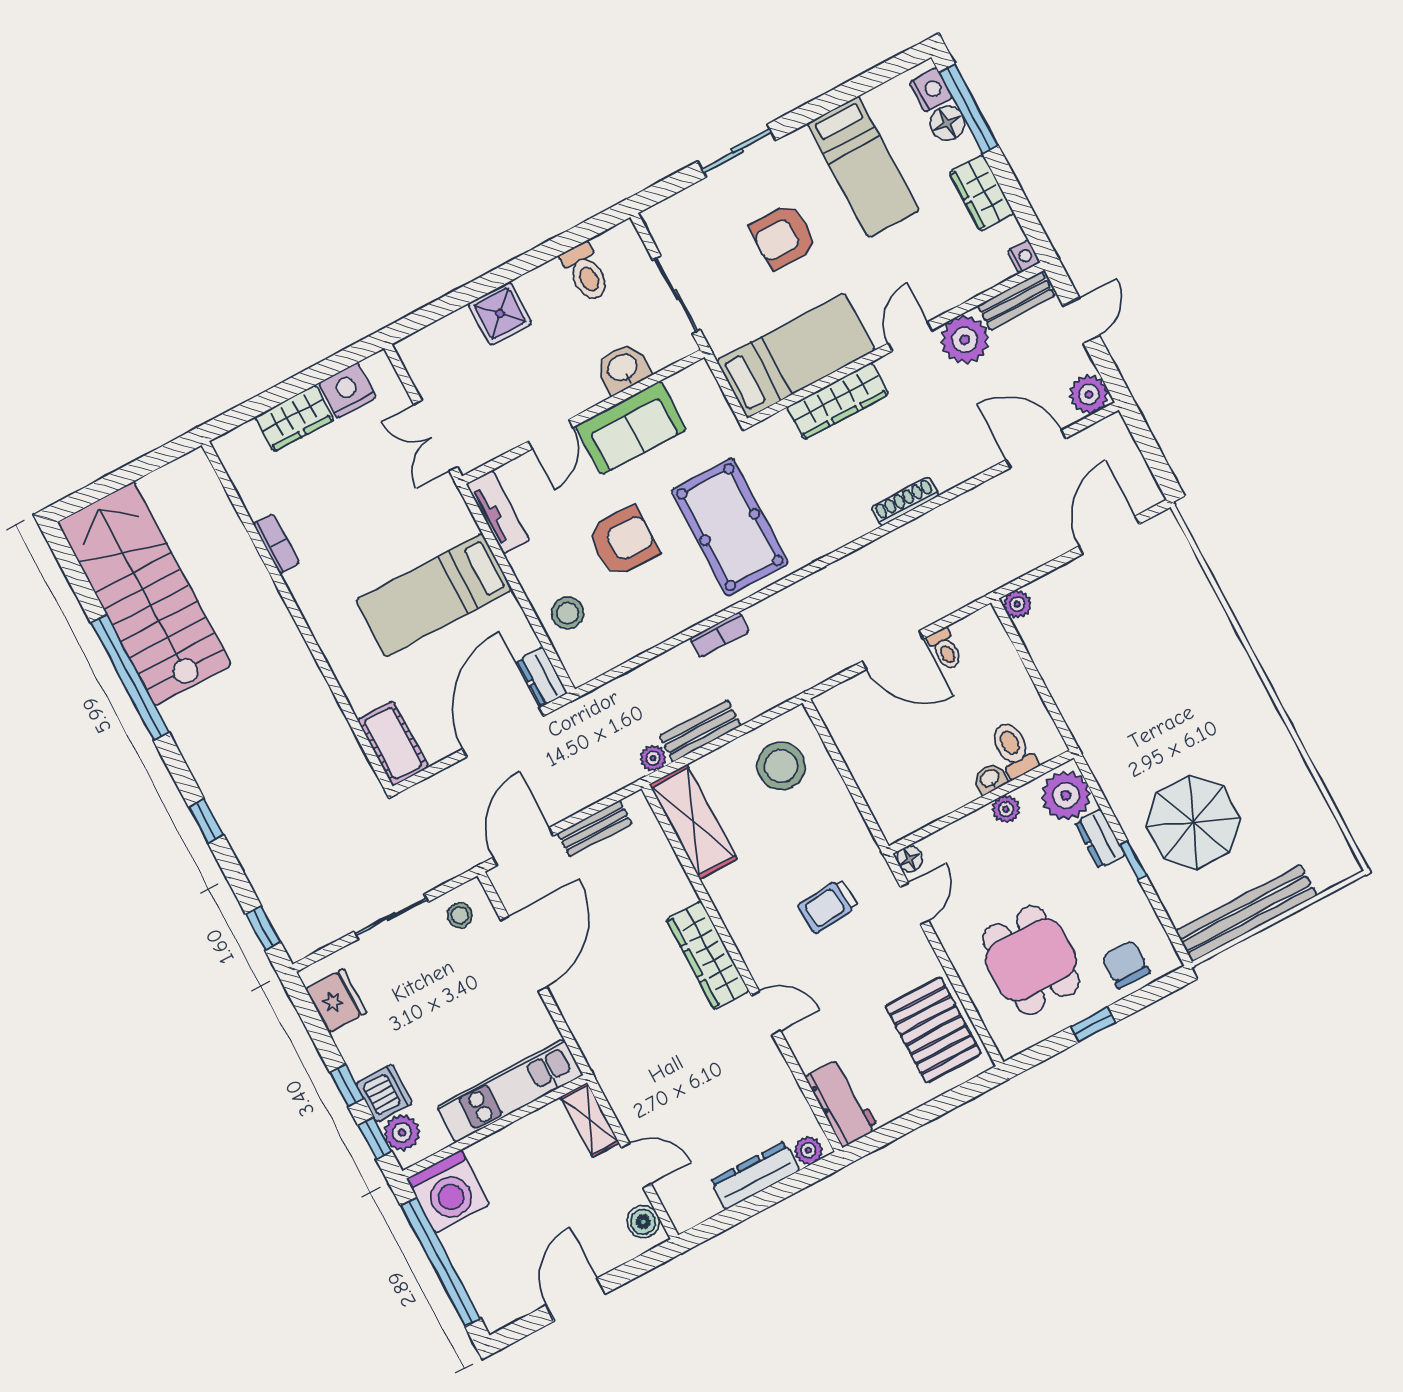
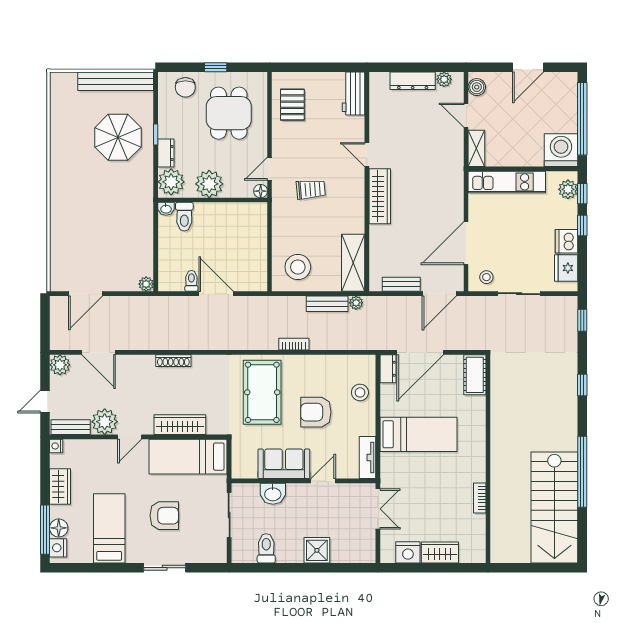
washbasin: (990, 779) -> (166, 209), moved
plant: (1006, 809) -> (209, 184), width x1.88, depth x1.88
pallet: (933, 1030) -> (292, 105), width x0.67, depth x0.71
dishwasher: (384, 1093) -> (566, 241), moved
plant: (808, 1150) -> (444, 79), moved

